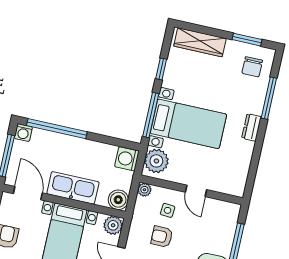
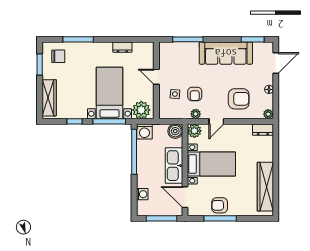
dresser: (251, 127) -> (122, 47), moved
window: (57, 129) -> (134, 152), moved
washing machine: (23, 133) -> (142, 194), moved
plant: (144, 190) -> (196, 114), moved
door: (196, 191) -> (156, 77), swing flipped
door: (28, 193) -> (185, 197), hinge flipped

